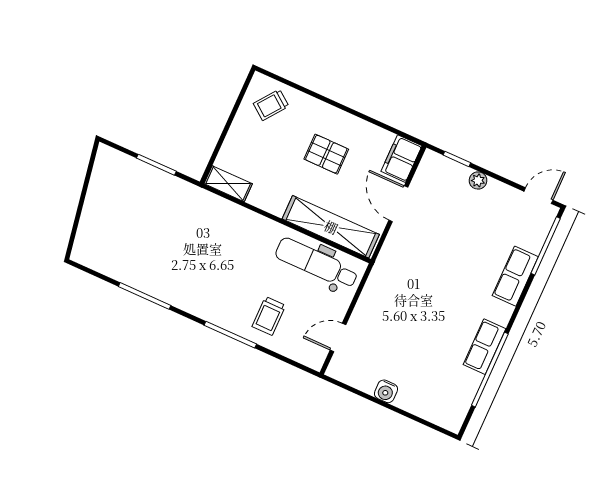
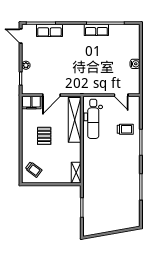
row of seats: (515, 276) -> (49, 30), moved

